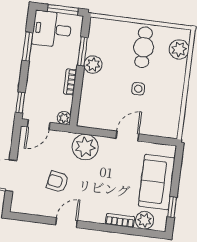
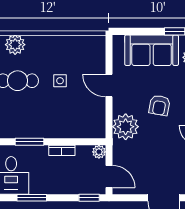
plant: (93, 65) -> (41, 129), removed
armchair: (58, 182) -> (159, 105), moved

